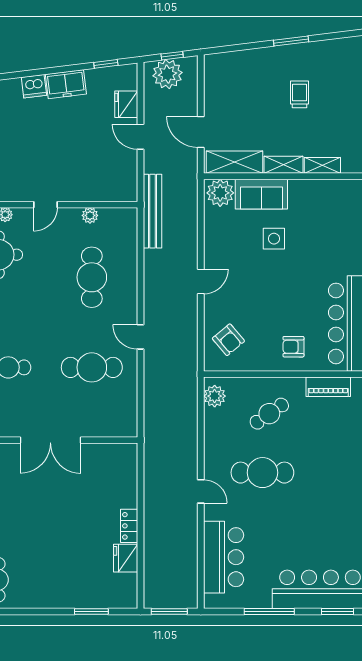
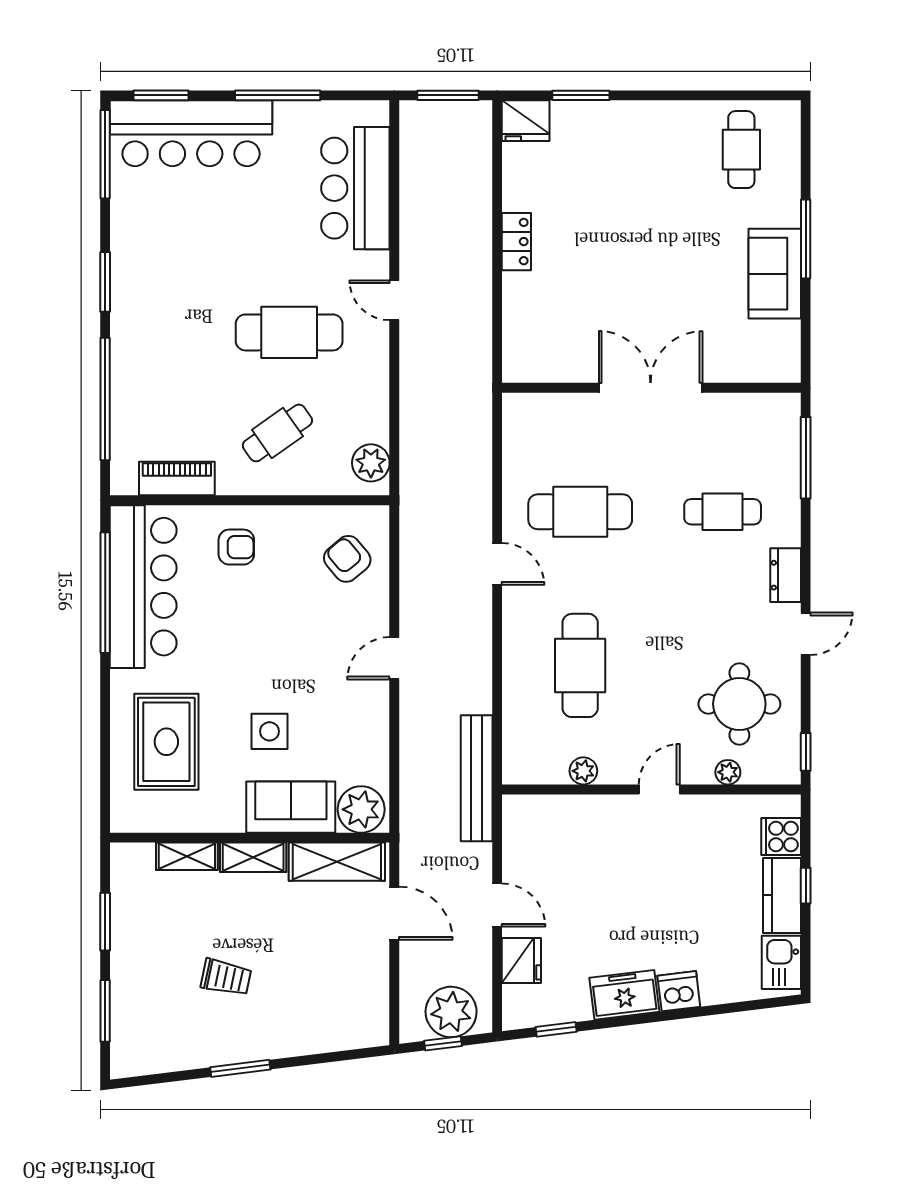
trolley: (299, 94) -> (226, 977), turned -78
rug: (334, 233) -> (166, 742), added
fridge: (126, 558) -> (526, 121), moved, turned 90

